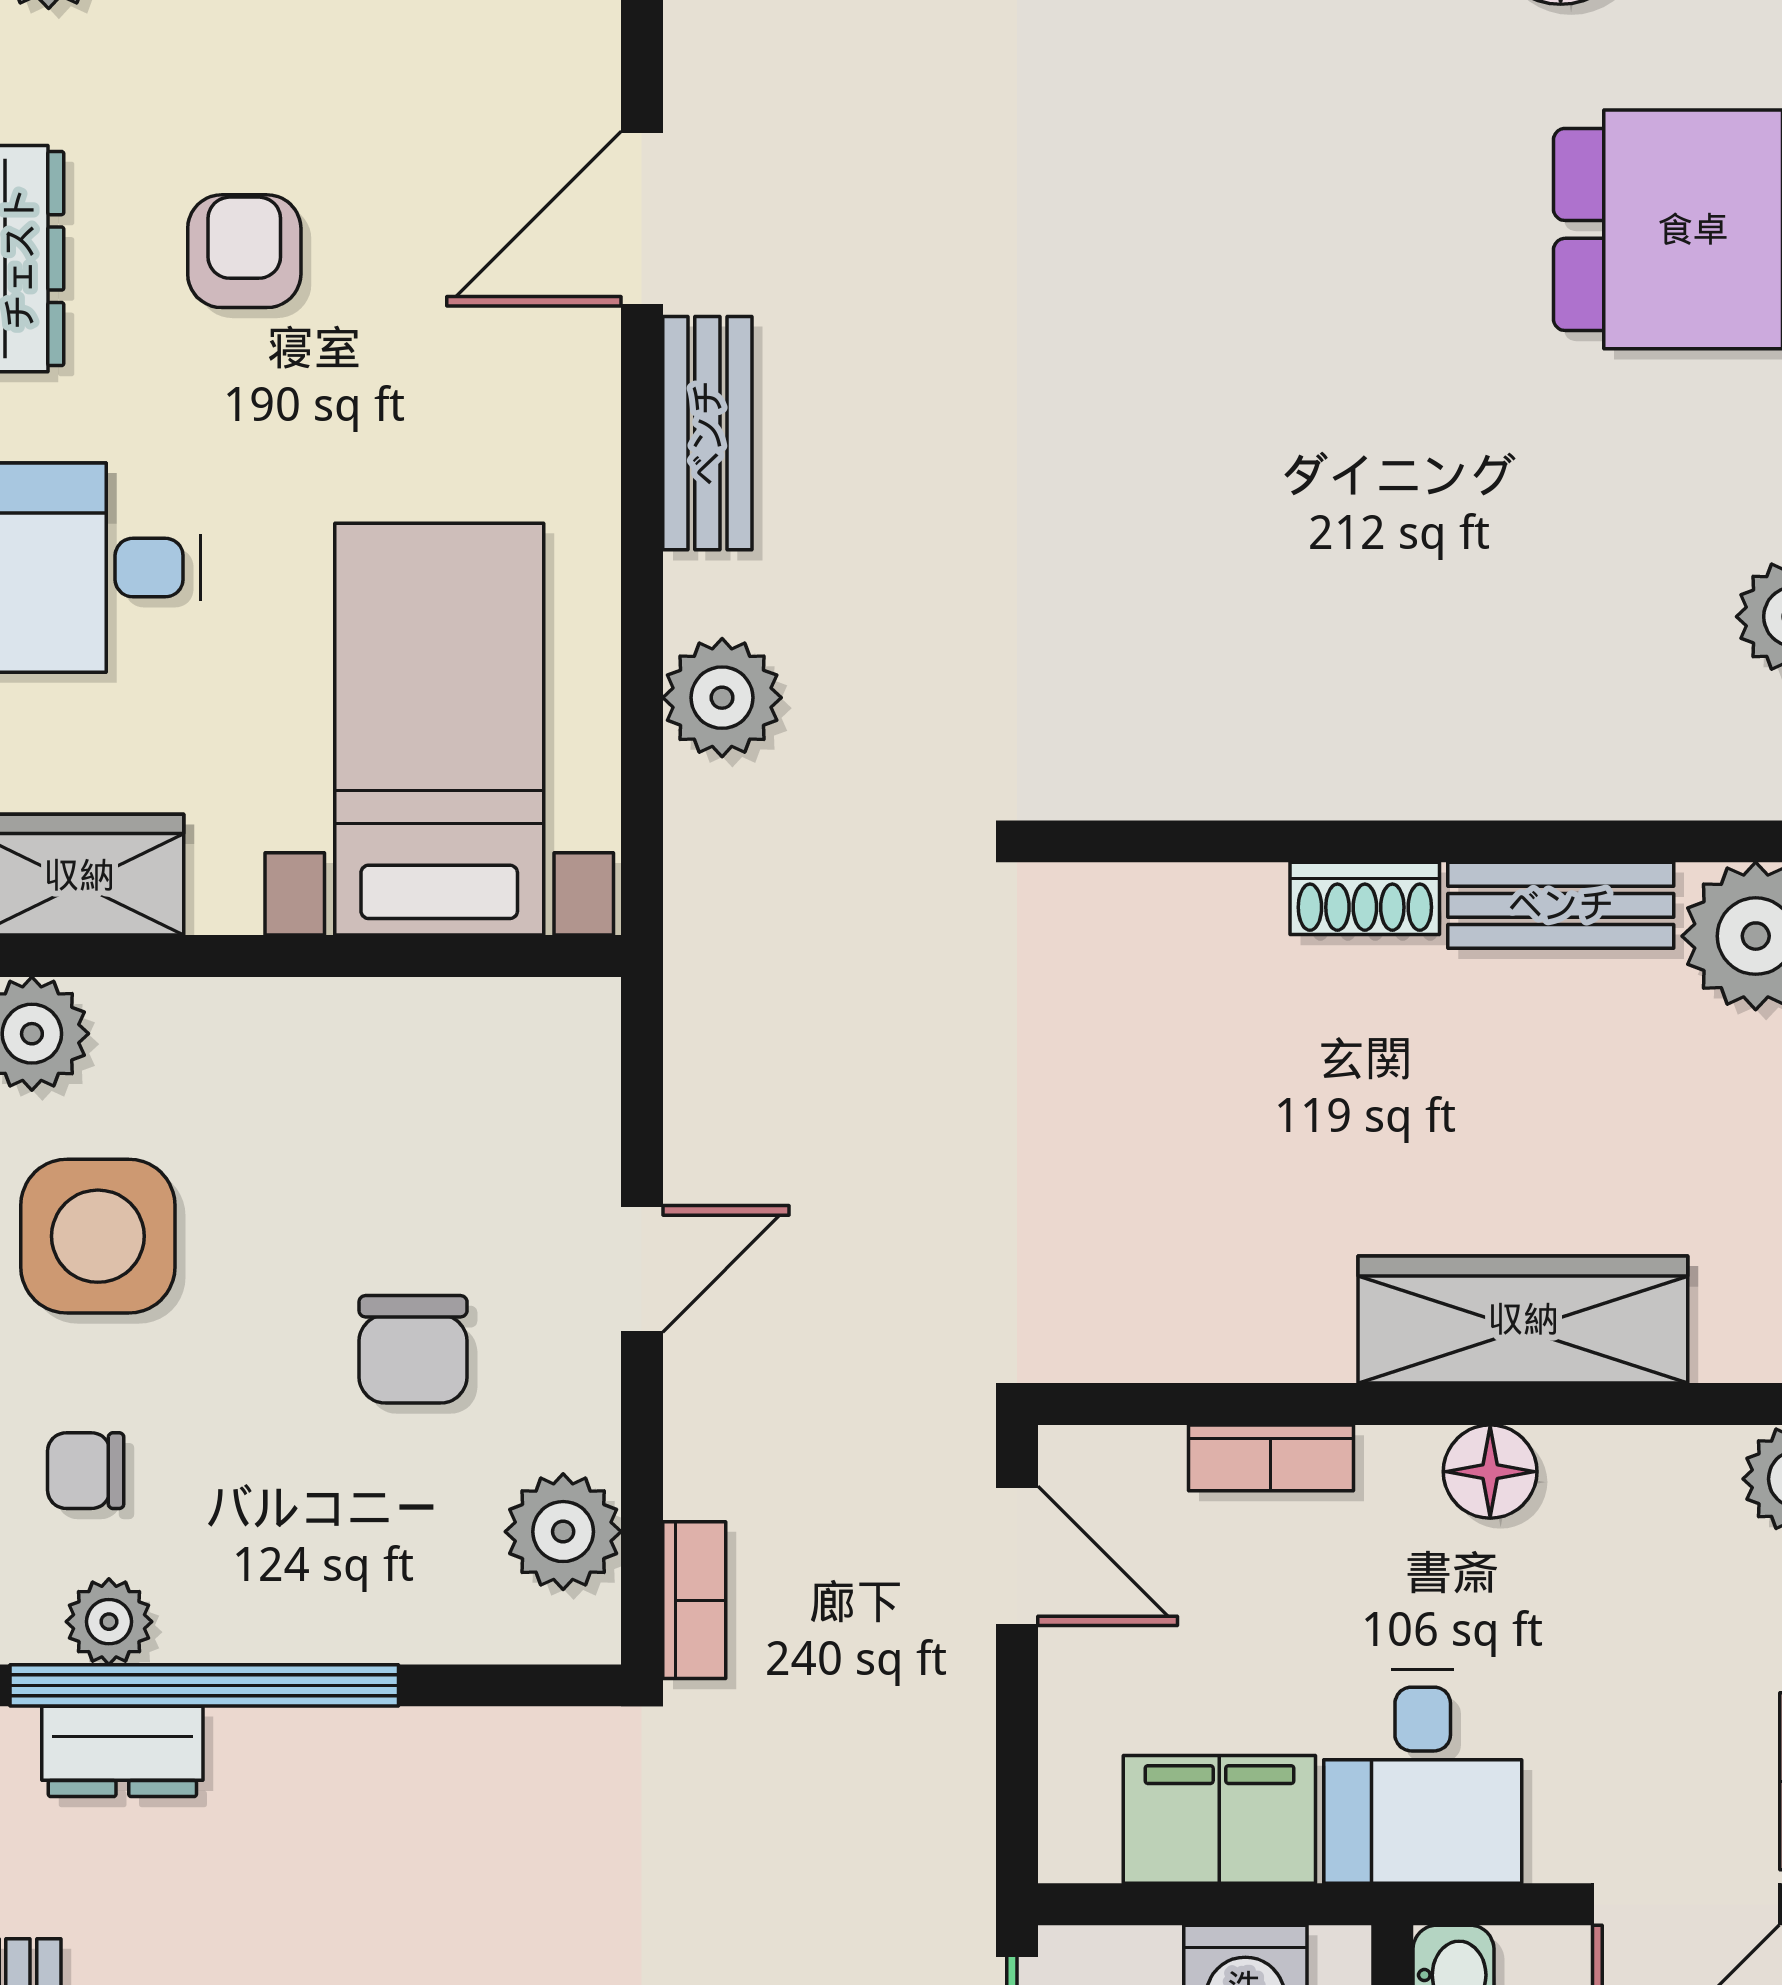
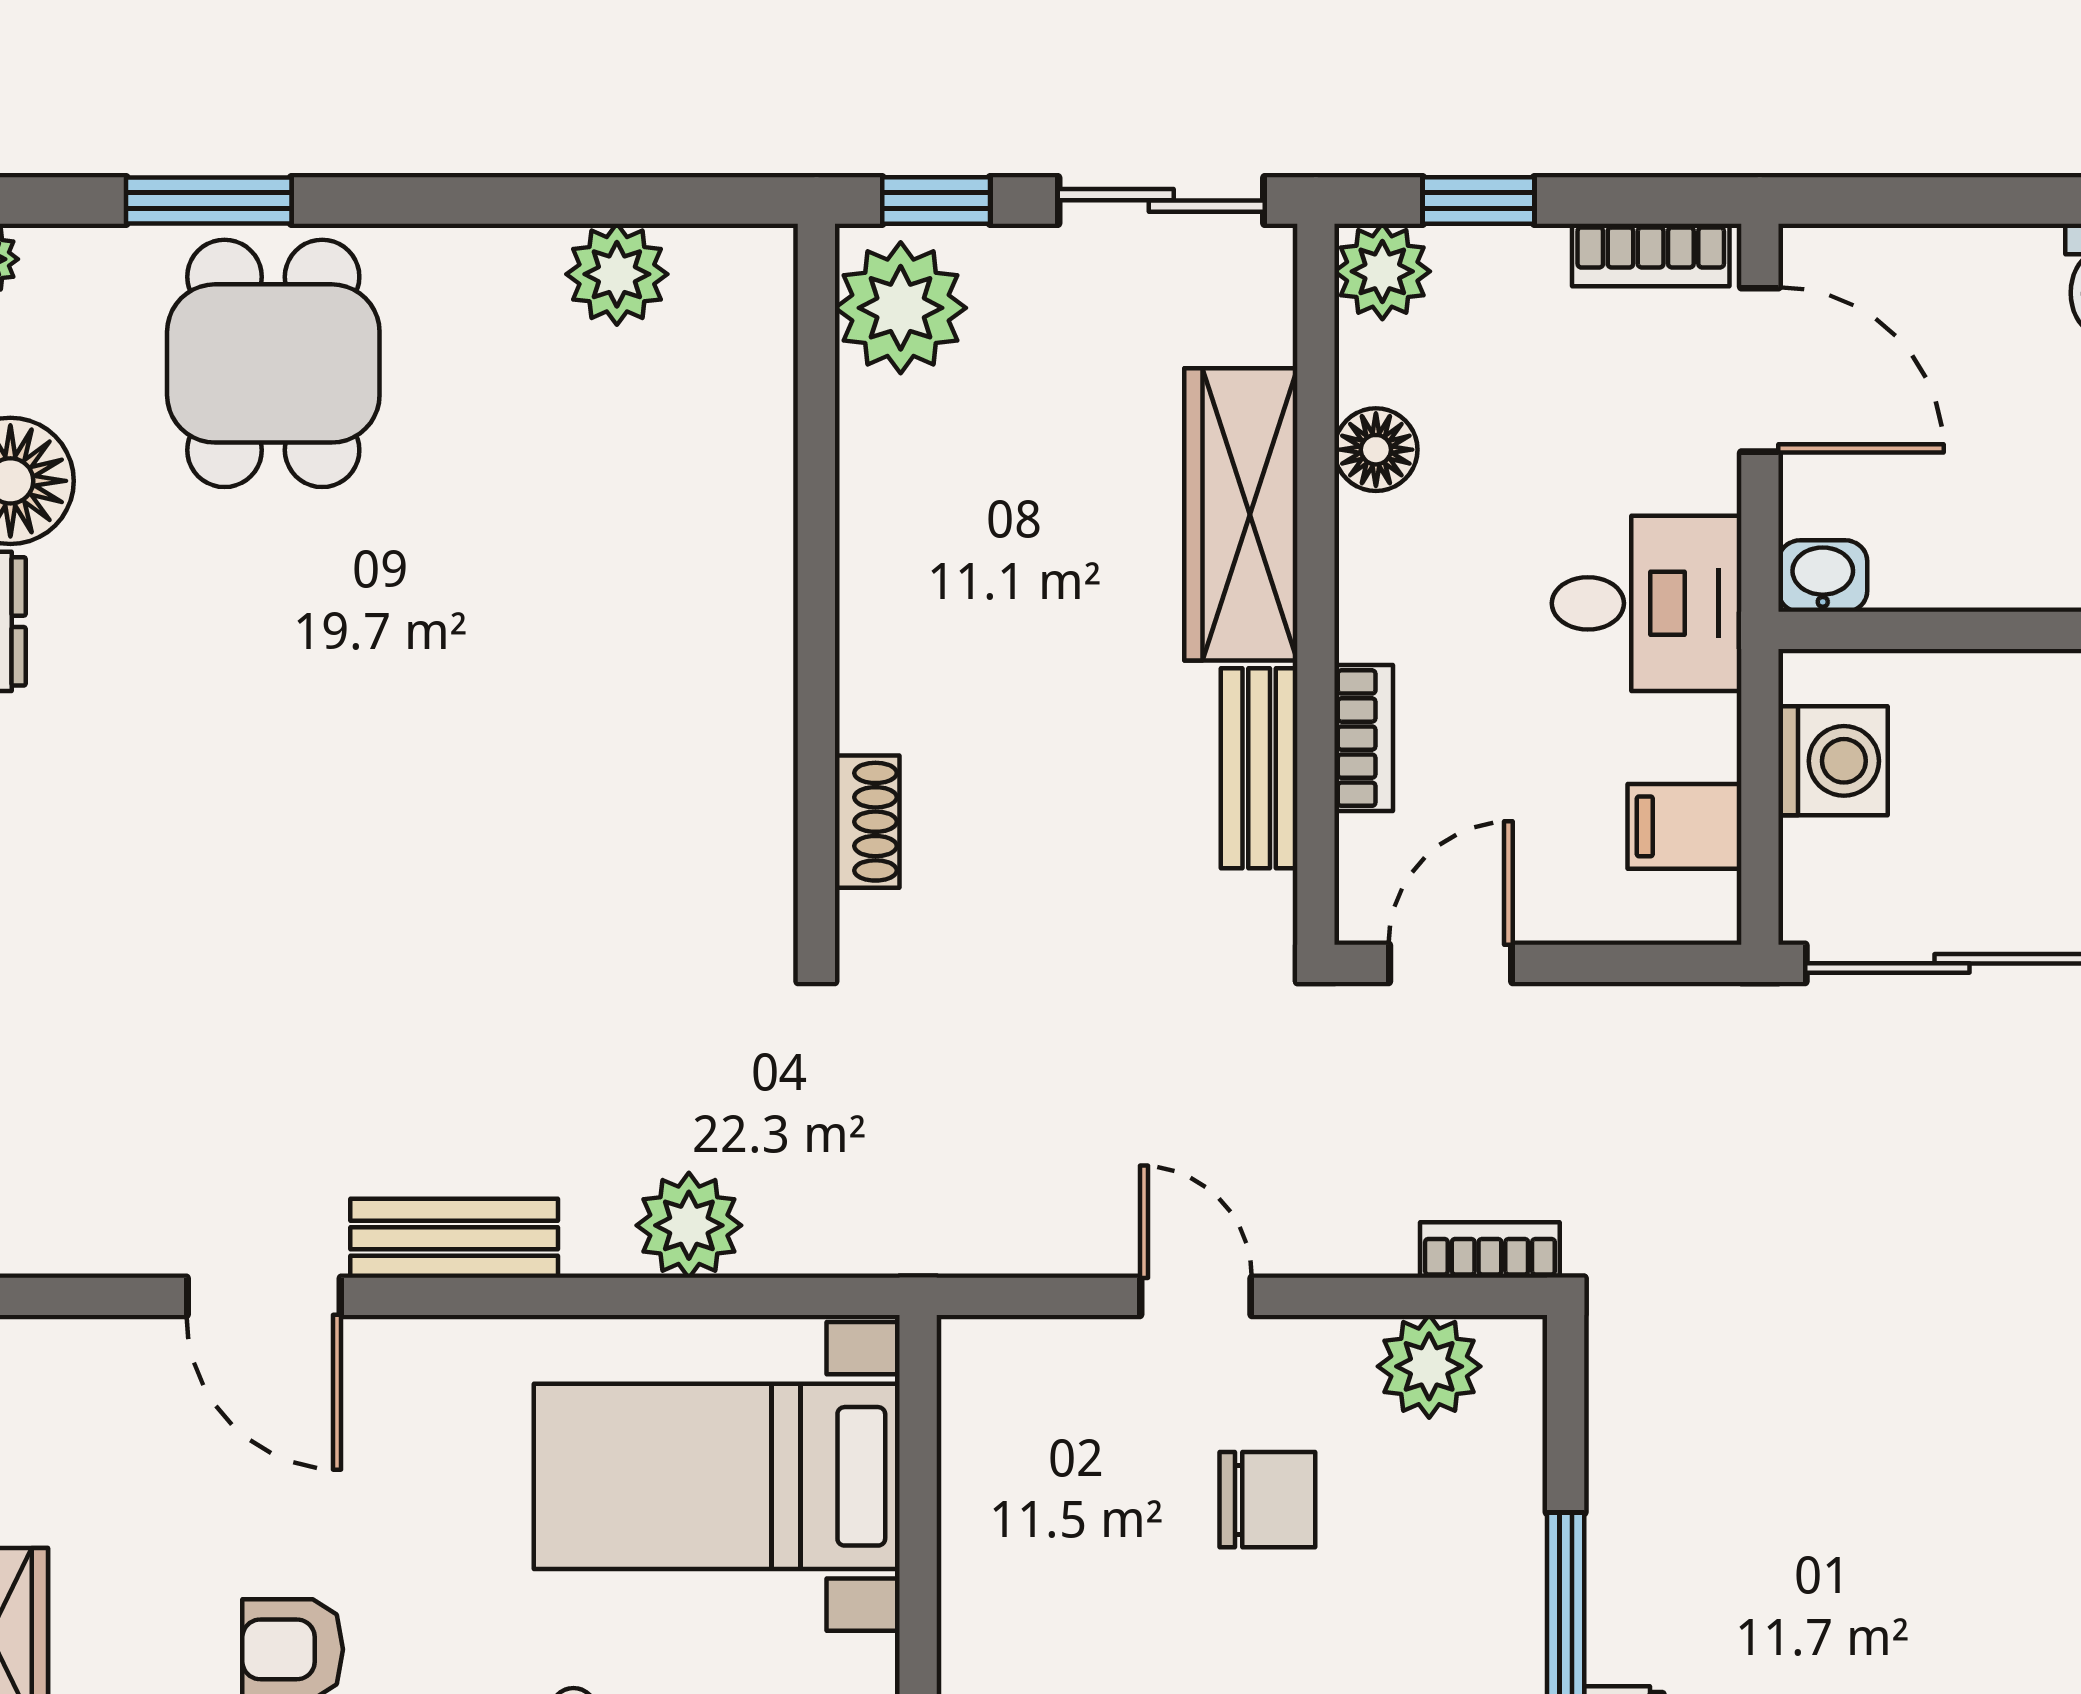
shoe rack: (1365, 898) -> (867, 822), moved
bench: (1561, 905) -> (1259, 768), moved
floor lamp: (1490, 1472) -> (1376, 450), moved
filing cabinet: (1219, 1819) -> (1685, 826), width x0.50

